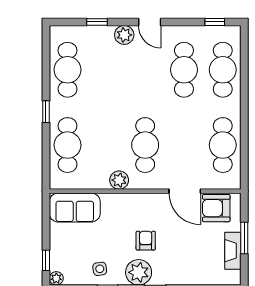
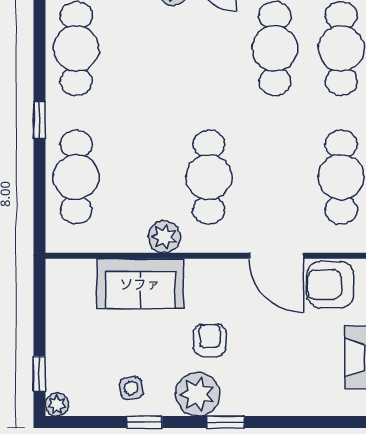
sofa: (75, 208) -> (140, 284), moved

